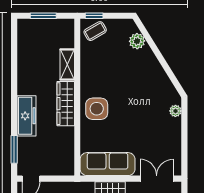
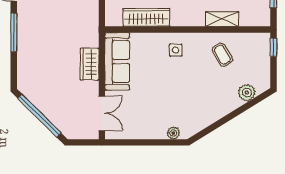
coffee table: (95, 31) -> (222, 55), moved
wardrobe: (66, 104) -> (146, 17), moved
side table: (97, 109) -> (176, 50), width x0.54, depth x0.54

